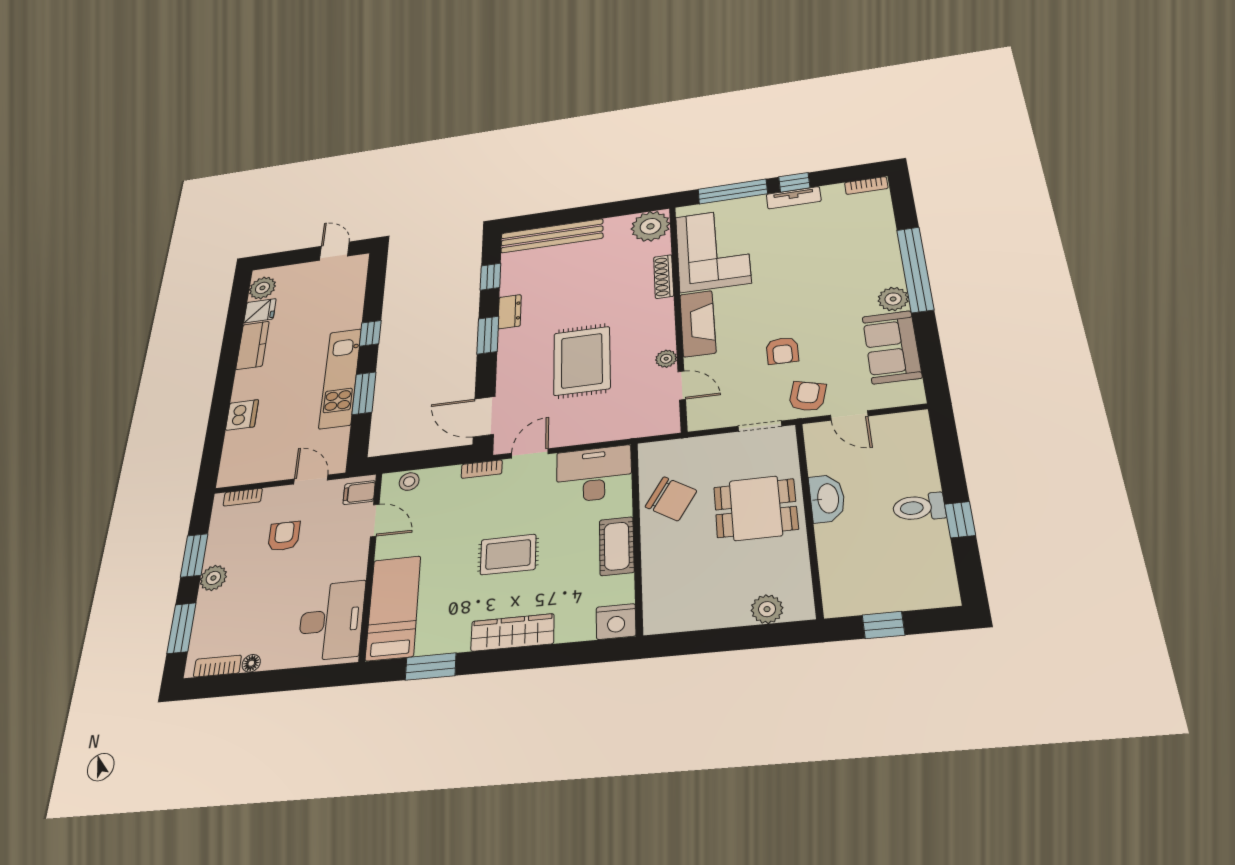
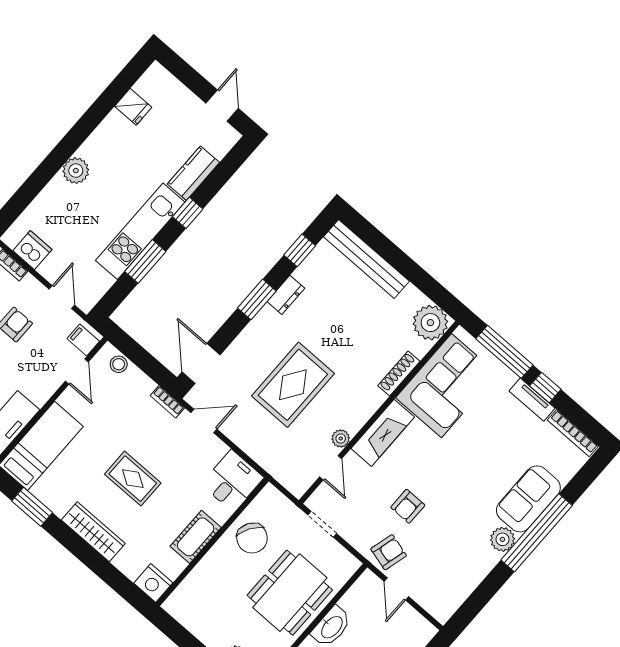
bookcase: (866, 186) -> (573, 433), width x1.56
plant: (262, 288) -> (76, 171), moved
kitchen counter: (253, 345) -> (193, 173), moved, turned 180
sofa: (892, 347) -> (528, 499), moved
dishwasher: (242, 415) -> (32, 250), moved, turned -90
doorway: (760, 426) -> (322, 524), moved
desk: (594, 474) -> (232, 481), width x0.73
dining table: (756, 508) -> (290, 593), width x1.38

